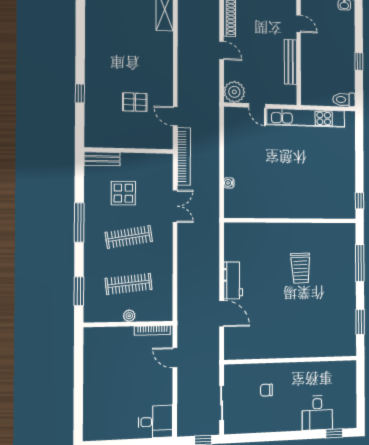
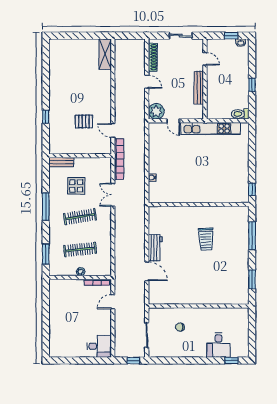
double door: (175, 206) -> (113, 195), swing flipped
door: (175, 358) -> (113, 302), hinge flipped

